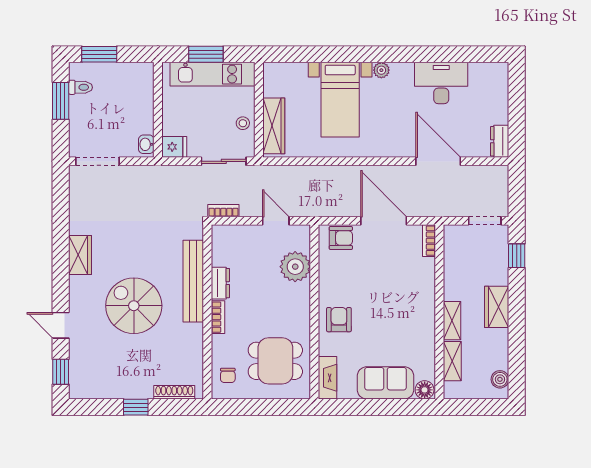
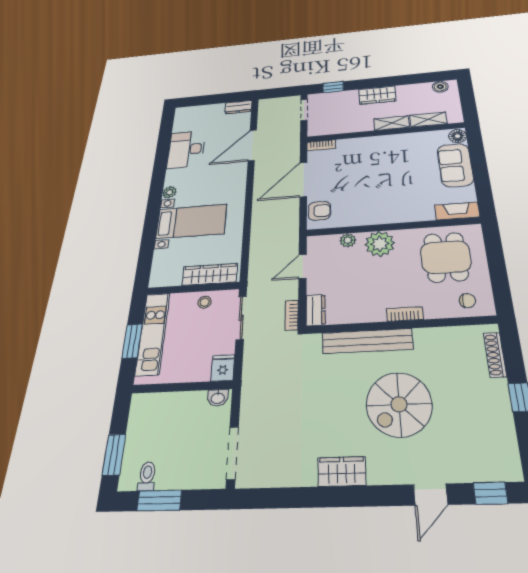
armchair: (341, 238) -> (319, 211), turned 90
plant: (295, 267) -> (348, 240), width x0.53, depth x0.53
dresser: (220, 283) -> (316, 310), moved, turned 90
plant: (296, 298) -> (380, 244), added
armchair: (339, 320) -> (398, 206), removed

